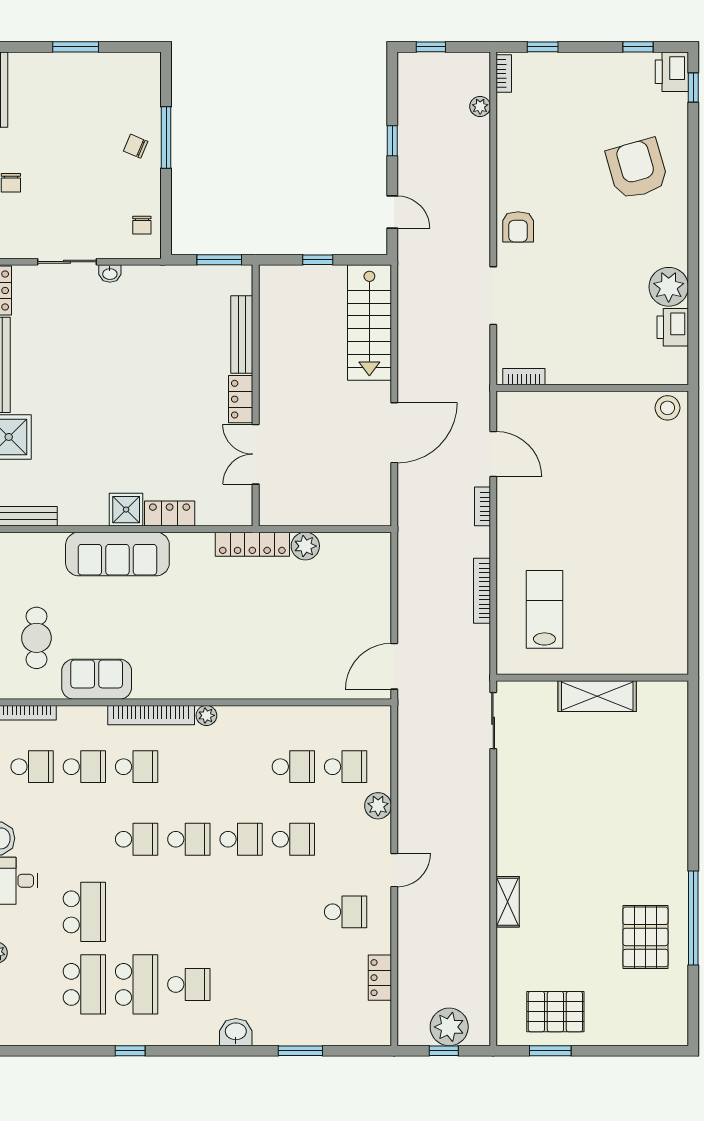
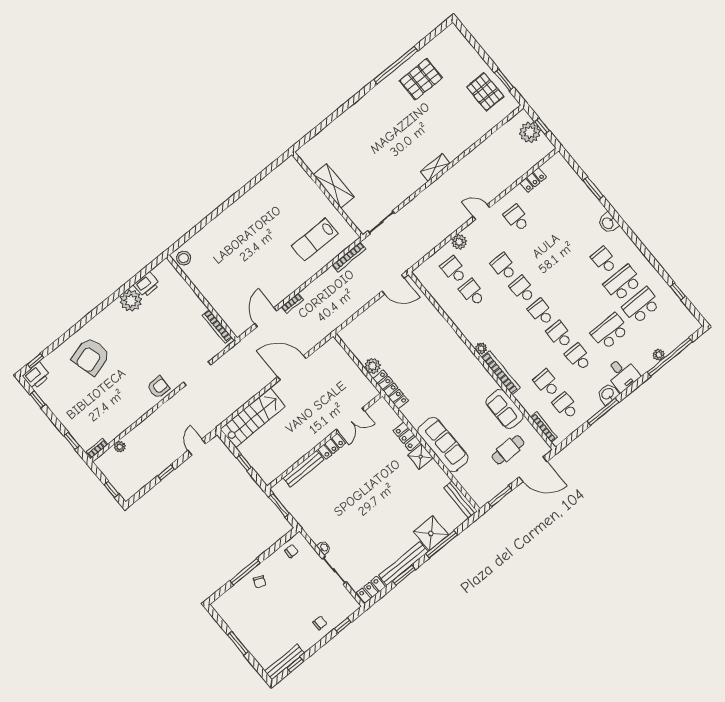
bookcase: (524, 377) -> (217, 326), width x1.56
bookcase: (482, 591) -> (349, 257), moved
school desk: (137, 767) -> (578, 357), moved
shelving: (508, 902) -> (435, 167), moved
window: (130, 1051) -> (678, 291), moved

